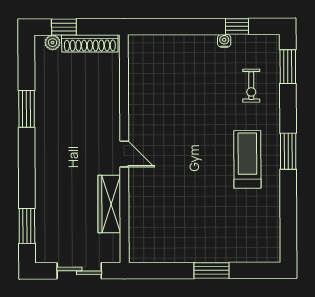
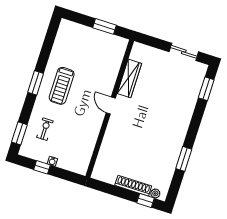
wall: (124, 149) -> (110, 109), moved
door: (124, 154) -> (111, 105), moved
wardrobe: (109, 204) -> (129, 78), moved

